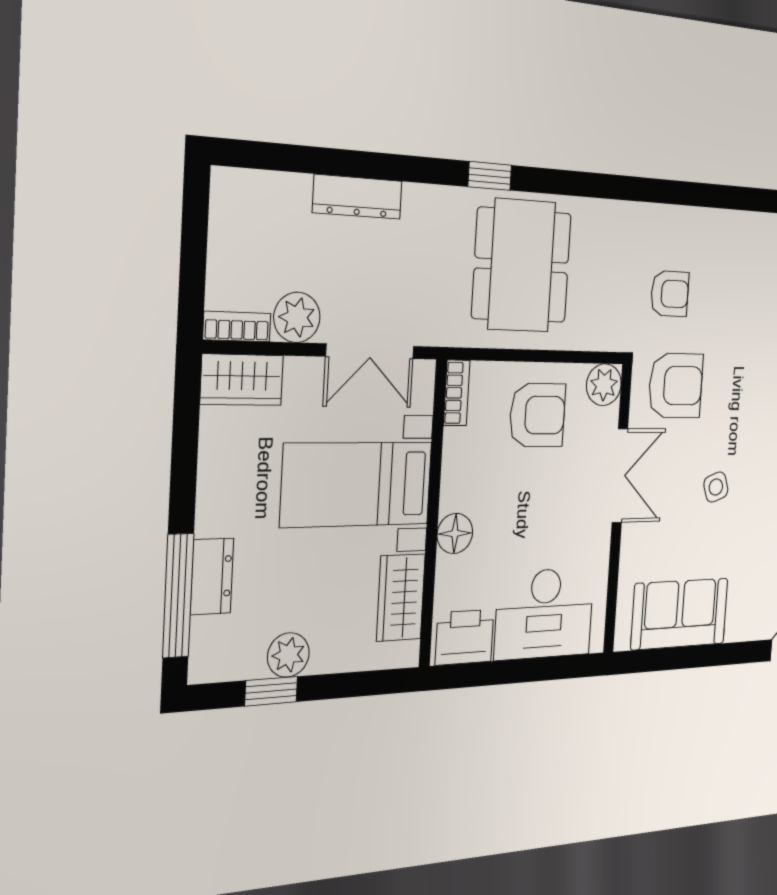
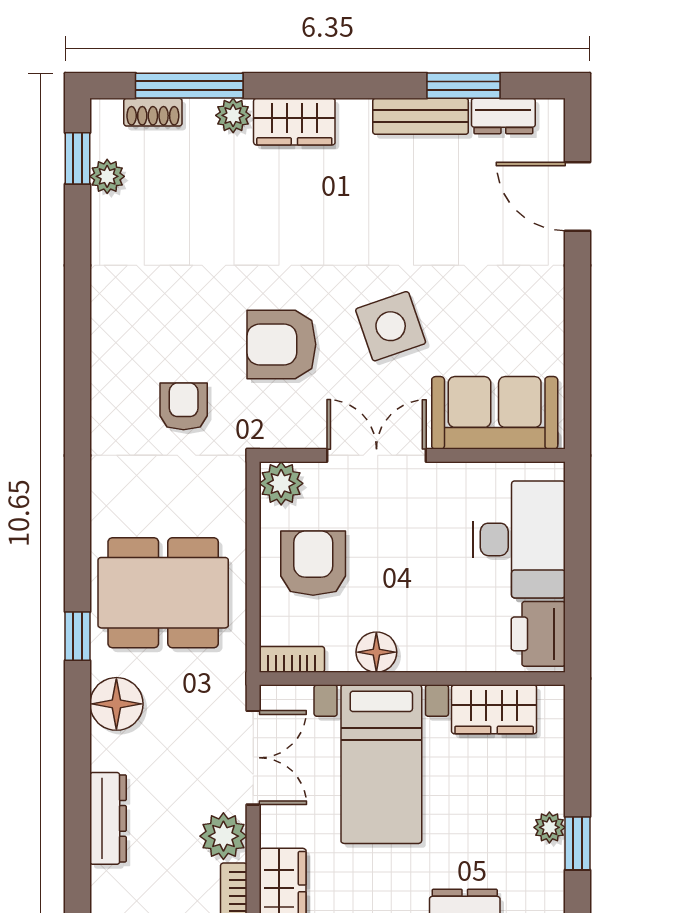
dresser: (357, 197) -> (108, 818), moved
floor lamp: (427, 211) -> (116, 704), added
armchair: (676, 385) -> (281, 344), moved, turned -90
side table: (716, 487) -> (391, 326), width x1.87, depth x1.87
floor lamp: (455, 533) -> (376, 652), moved
sofa: (680, 614) -> (495, 413), moved, turned 90
plant: (288, 655) -> (549, 827), width x0.73, depth x0.73

